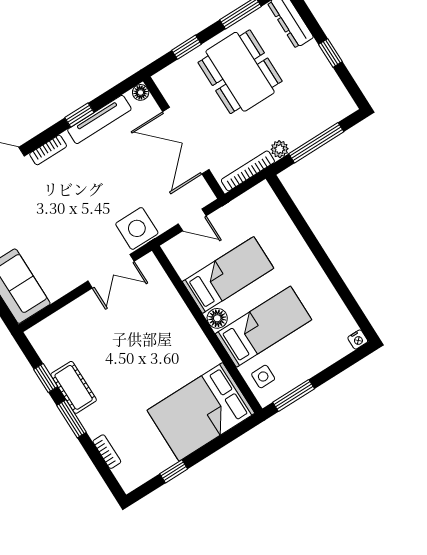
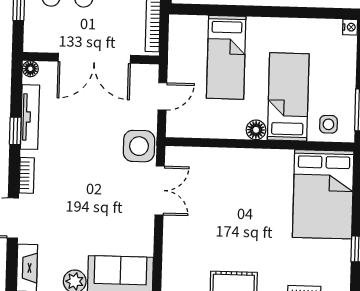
bed: (228, 275) -> (226, 57), moved, turned 180

